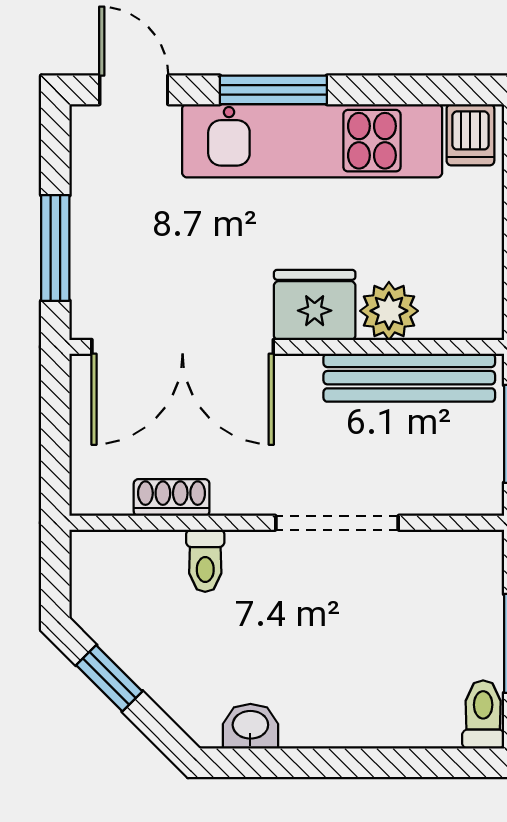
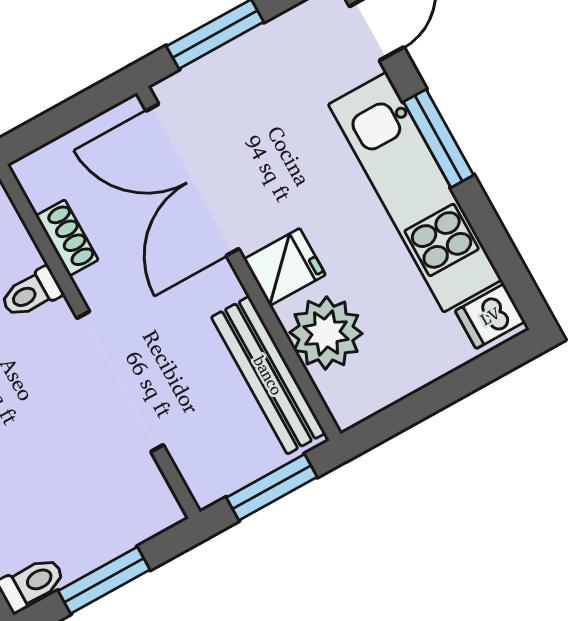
fridge: (315, 305) -> (285, 267), width x0.72
plant: (389, 311) -> (326, 333), width x1.36, depth x1.36
doorway: (337, 523) -> (120, 382), width x1.36

